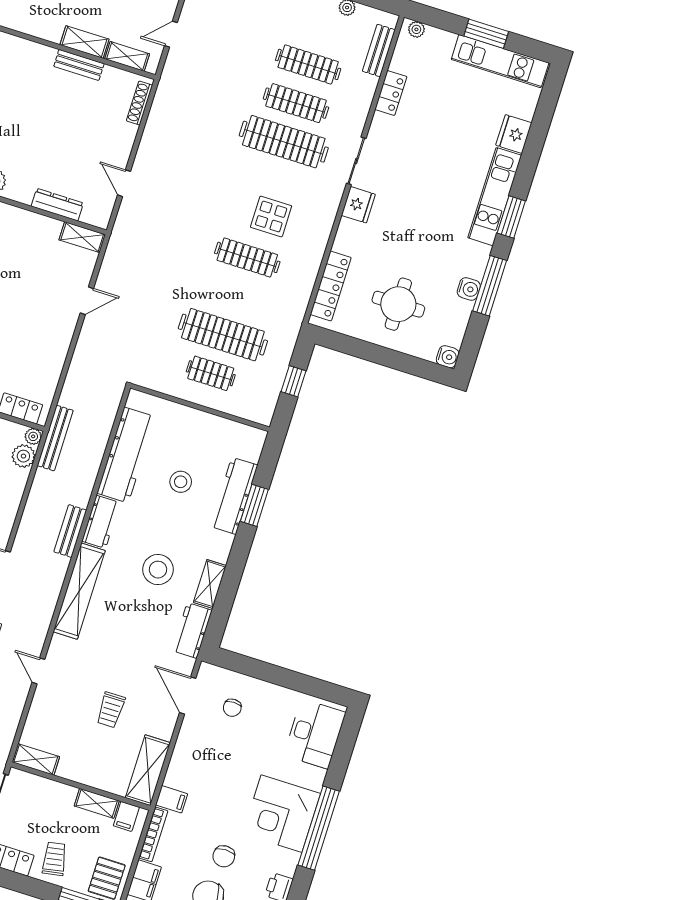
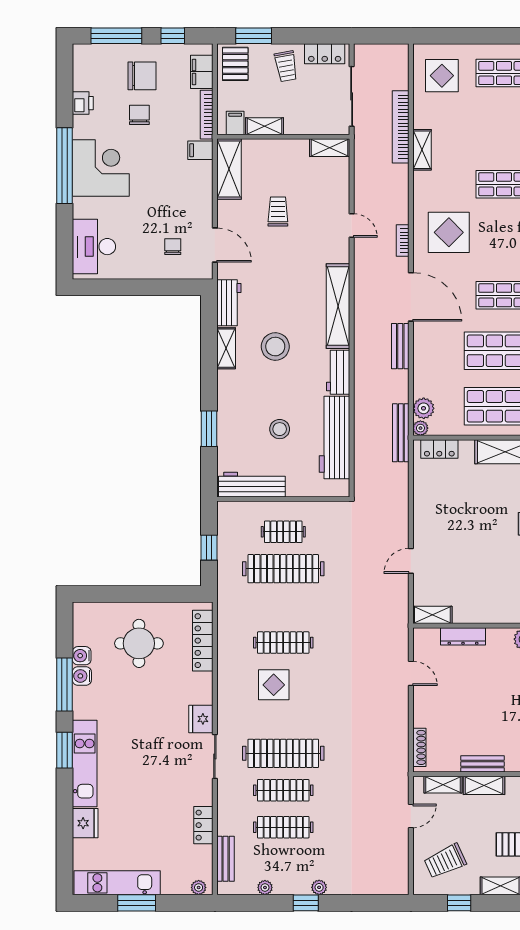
water cooler: (448, 357) -> (82, 656), moved
workbench: (234, 496) -> (252, 485), moved, turned -90
bench: (70, 531) -> (400, 346), moved

